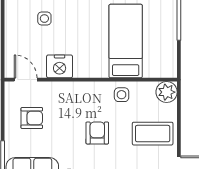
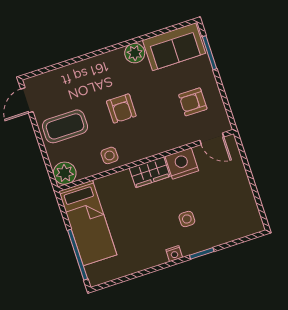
side table: (44, 19) -> (187, 219), moved
bed: (126, 41) -> (88, 223), moved
wardrobe: (91, 68) -> (150, 172), added

